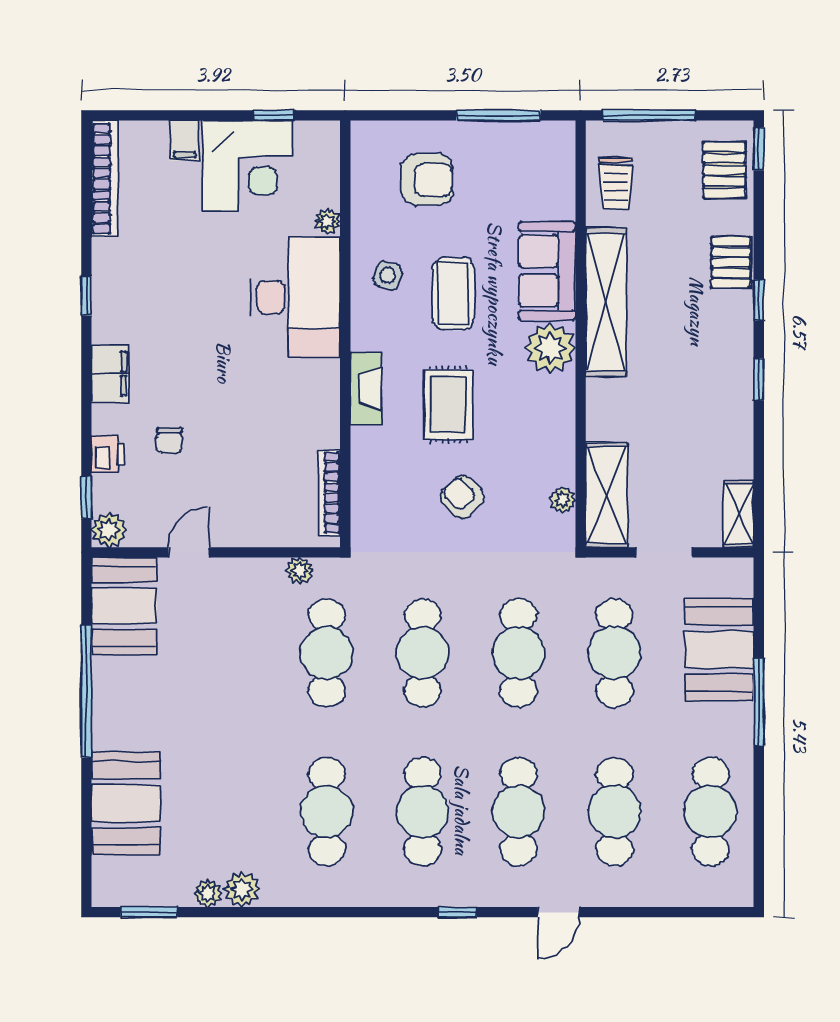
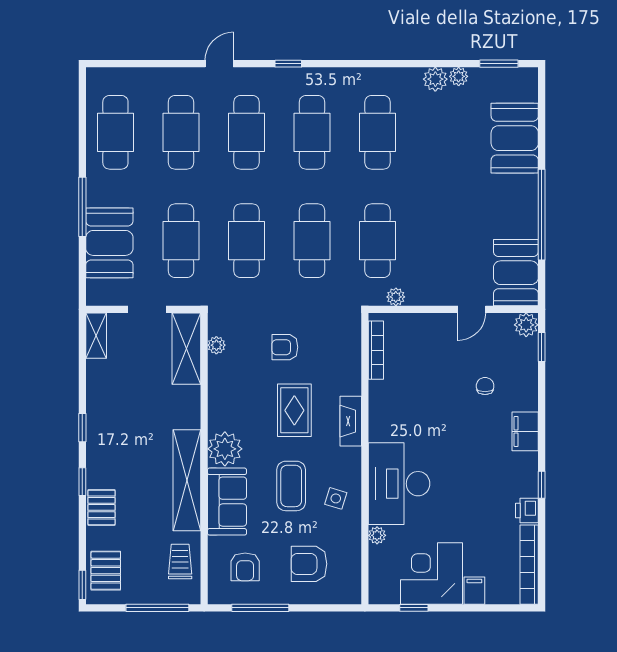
armchair: (521, 175) -> (245, 567), added
printer: (108, 454) -> (527, 510), moved
armchair: (462, 497) -> (285, 347), turned 135

